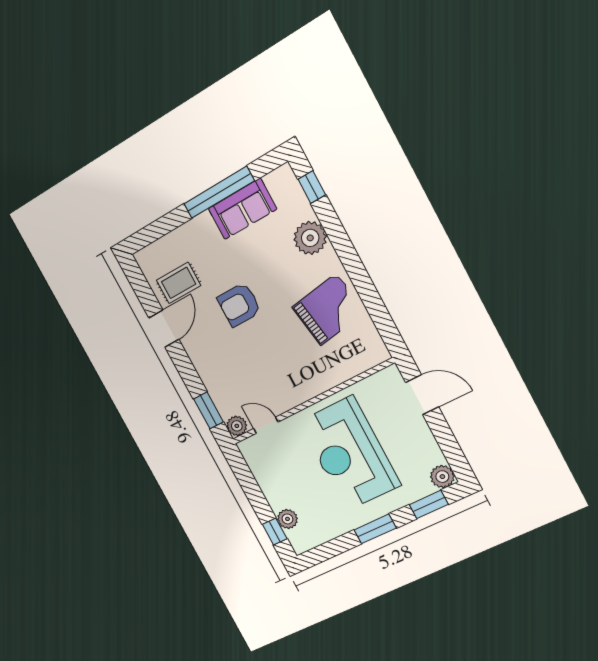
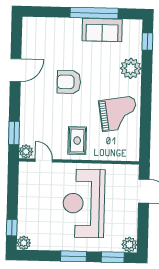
rug: (179, 283) -> (77, 141), moved, turned 90
plant: (287, 519) -> (24, 243), moved

